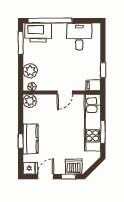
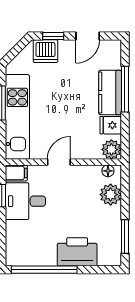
window: (50, 21) -> (44, 270), moved
printer: (38, 33) -> (77, 252), moved
desk: (79, 37) -> (25, 201), moved, turned 90
window: (21, 141) -> (125, 89), width x2.17
fridge: (30, 168) -> (111, 125), moved

